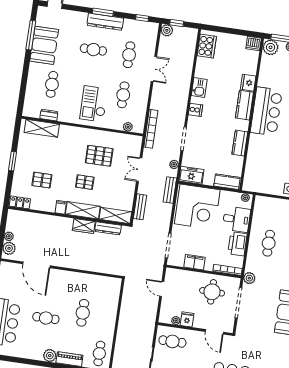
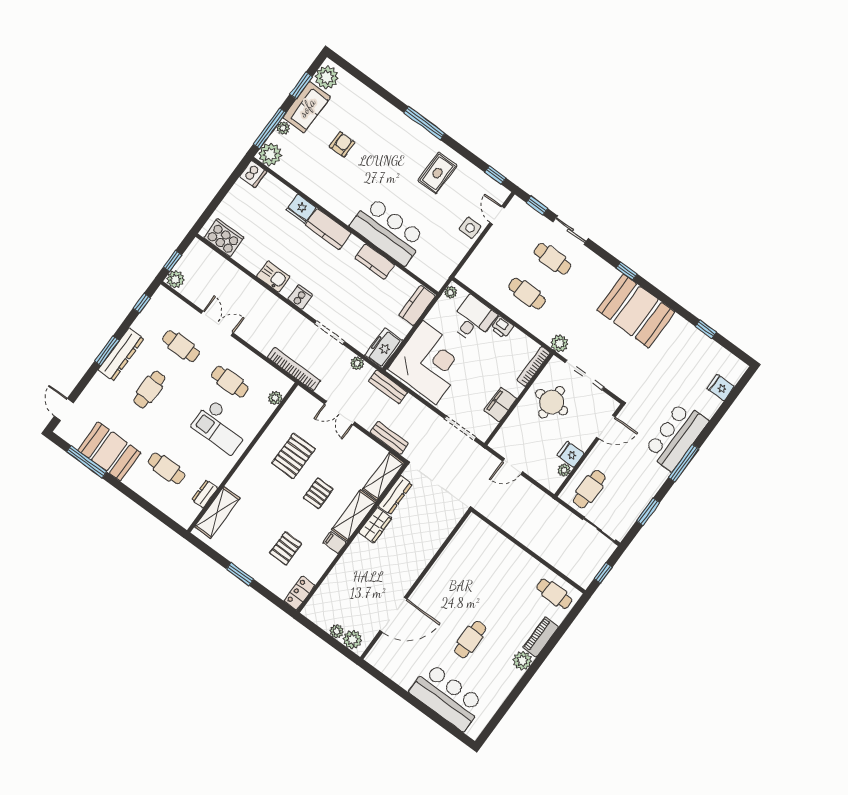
bar counter: (266, 111) -> (388, 231), moved
printer: (238, 244) -> (502, 327), width x0.53, depth x0.68
cafe table: (83, 313) -> (489, 587), removed

